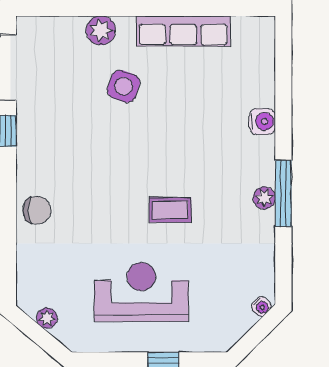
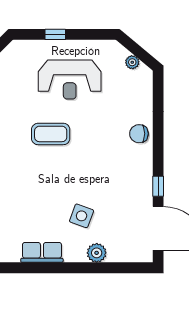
row of seats: (183, 31) -> (42, 252), width x0.68
coffee table: (170, 210) -> (51, 134), width x1.36, depth x1.30

